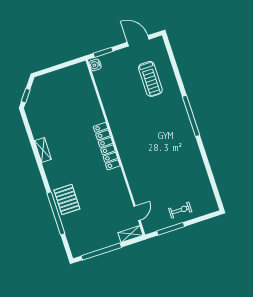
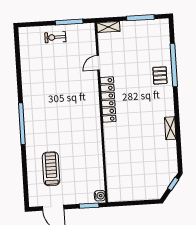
locker: (107, 146) -> (108, 100), moved
pallet: (67, 199) -> (160, 75), width x0.67, depth x0.71
door: (137, 213) -> (98, 63), moved
window: (101, 252) -> (140, 18), width x0.68

